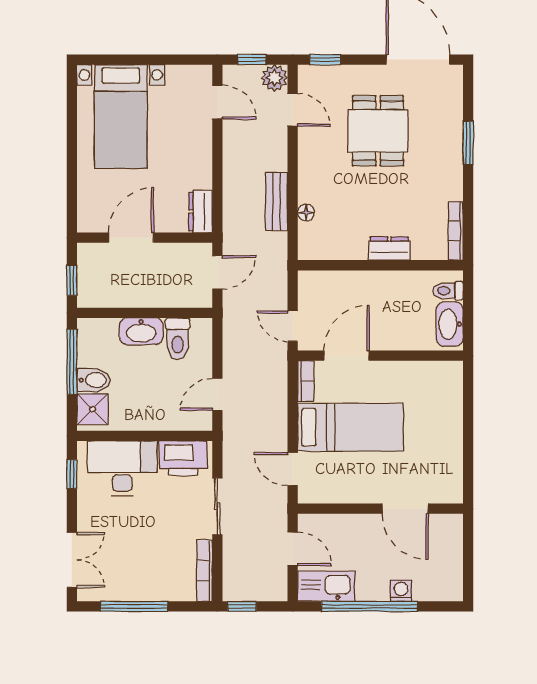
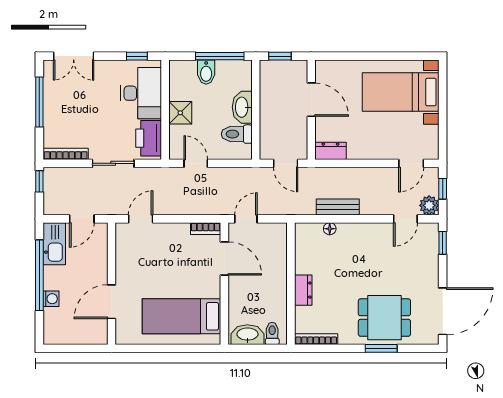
dining table: (378, 131) -> (384, 318), moved
shower: (92, 409) -> (180, 113), moved
bed: (351, 427) -> (182, 316), moved, turned 90

